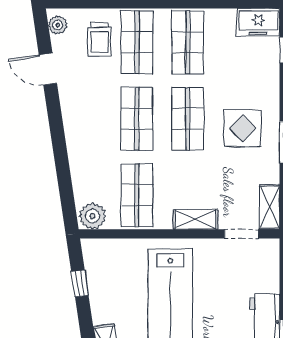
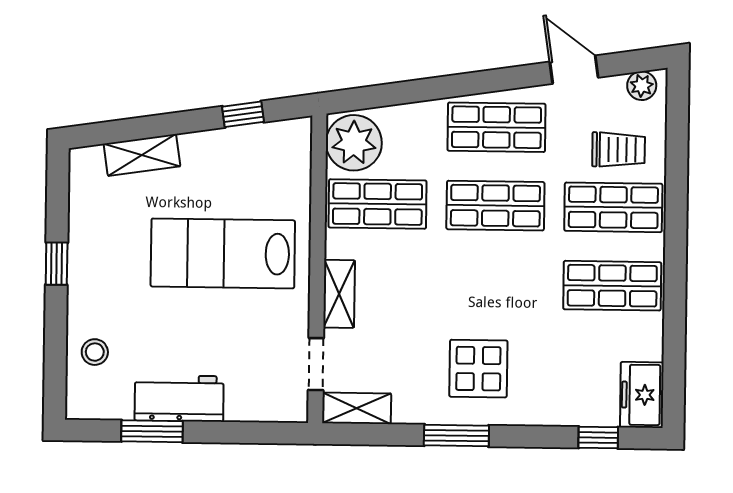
trolley: (99, 39) -> (619, 150), turned 180
door: (48, 69) -> (574, 70), hinge flipped
shop shelf: (188, 119) -> (497, 127), moved
plant: (93, 216) -> (354, 143), width x1.36, depth x1.36

